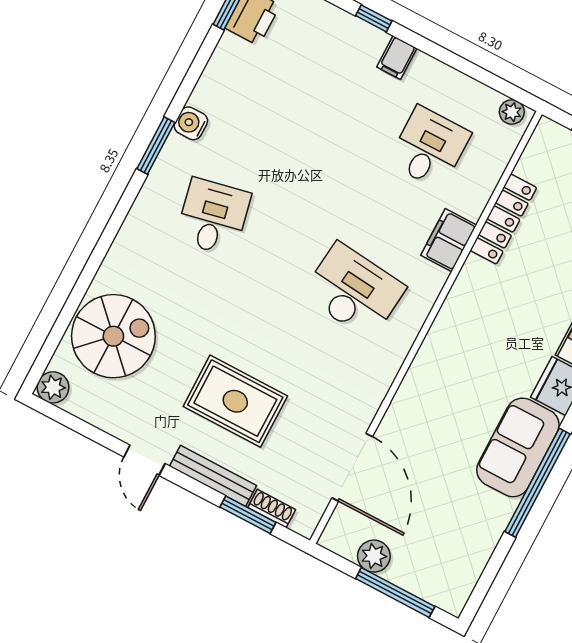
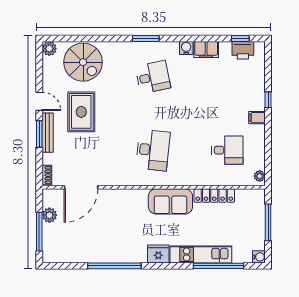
window: (156, 146) -> (146, 39), moved
filing cabinet: (449, 240) -> (206, 49), moved, turned 180
rug: (235, 401) -> (81, 112), moved
sofa: (518, 447) -> (170, 201), moved, turned 180
door: (144, 460) -> (39, 101), swing flipped
shoe rack: (272, 509) -> (47, 175), moved
window: (248, 515) -> (39, 134), moved

